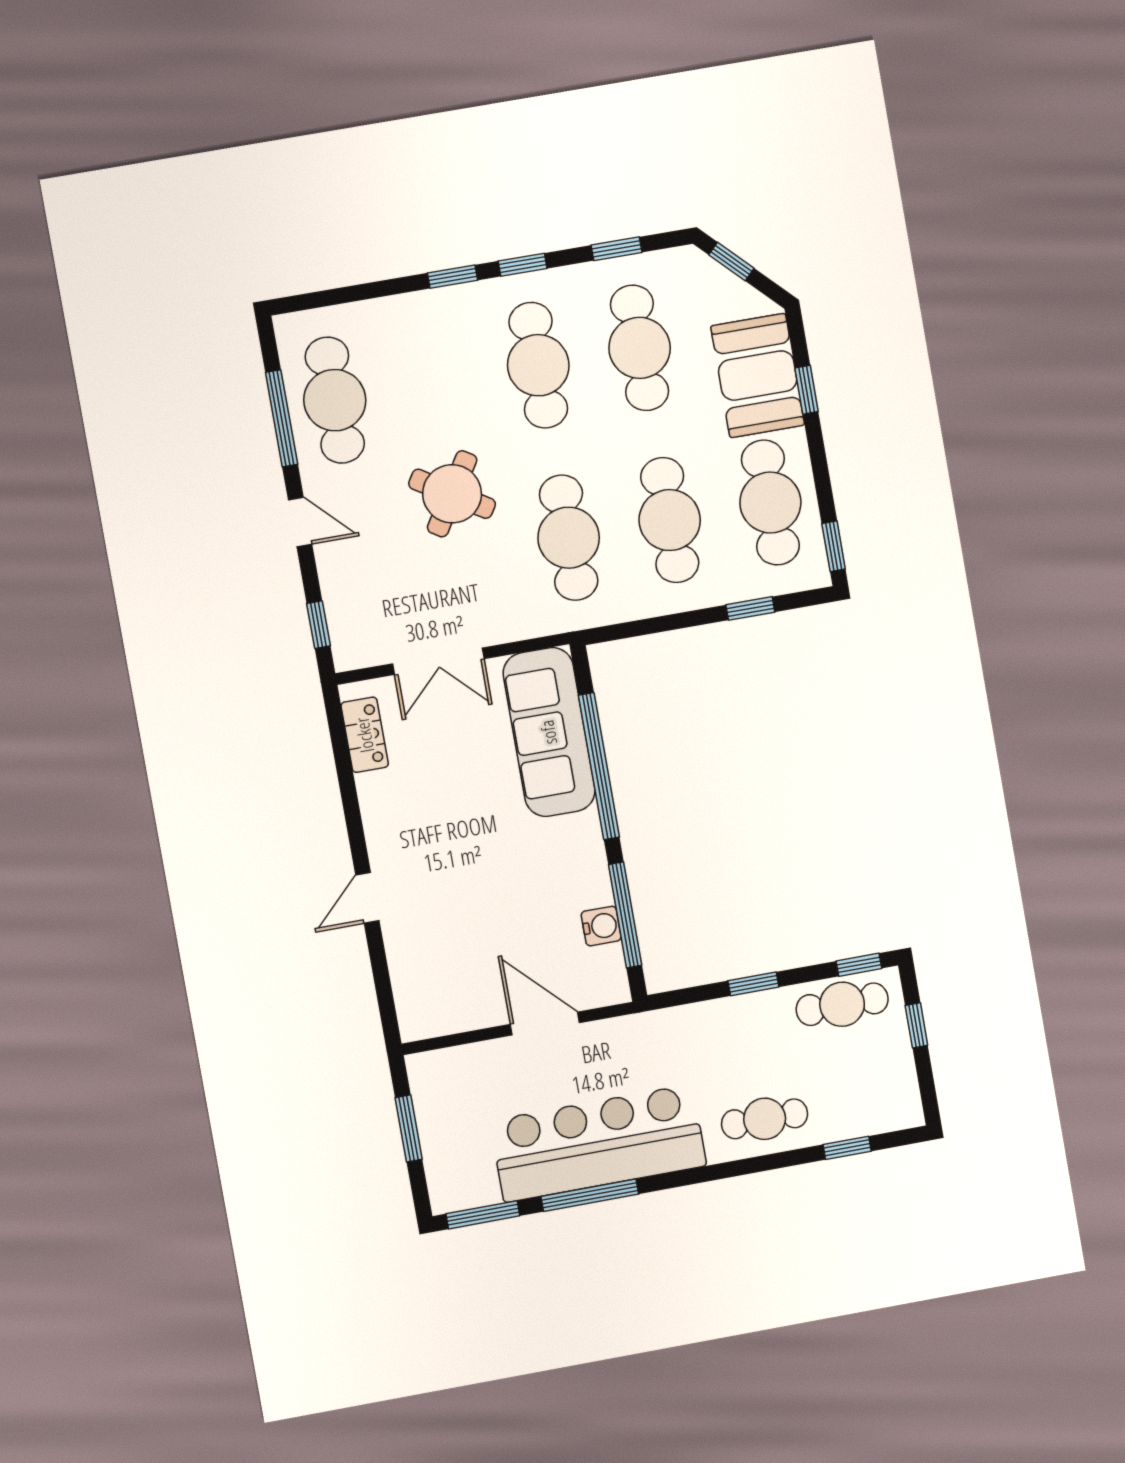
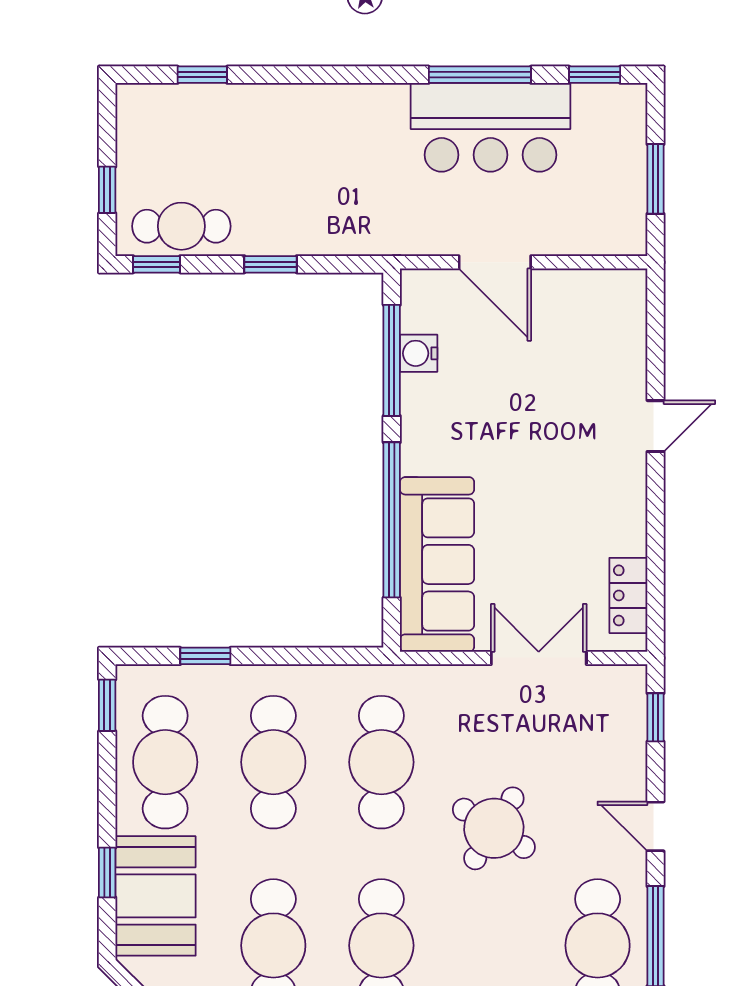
cafe table: (765, 1119) -> (283, 121), removed
bar counter: (598, 1143) -> (491, 127), width x0.73
window: (483, 1215) -> (595, 75), width x0.67

